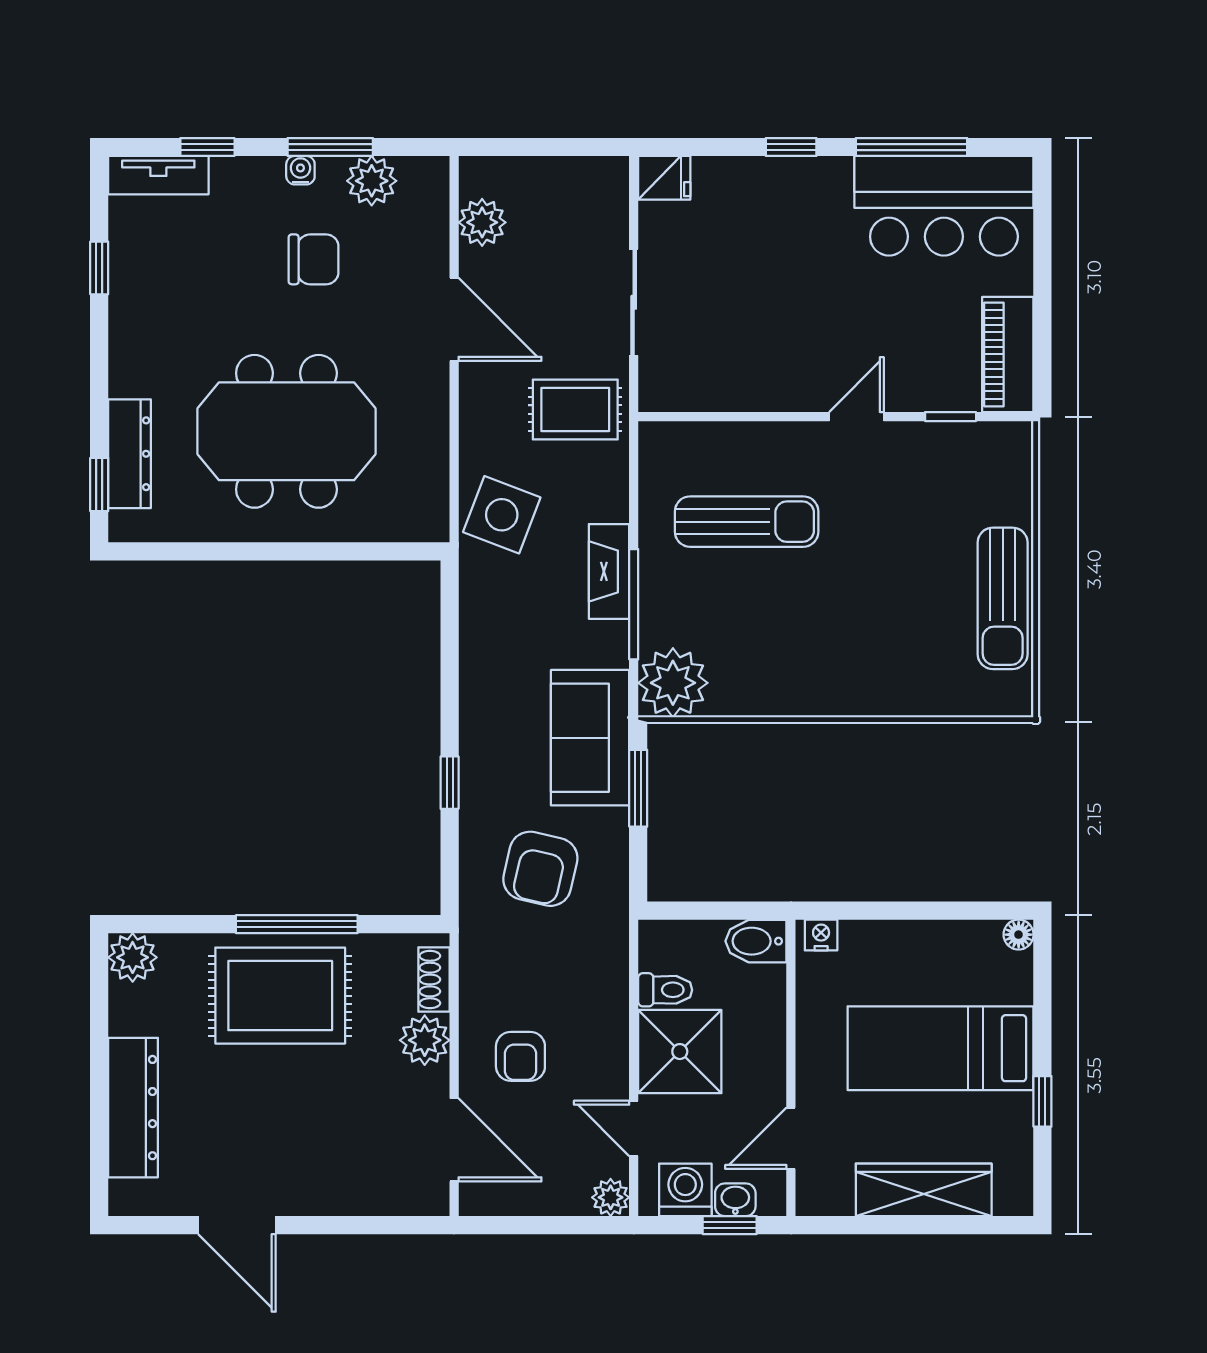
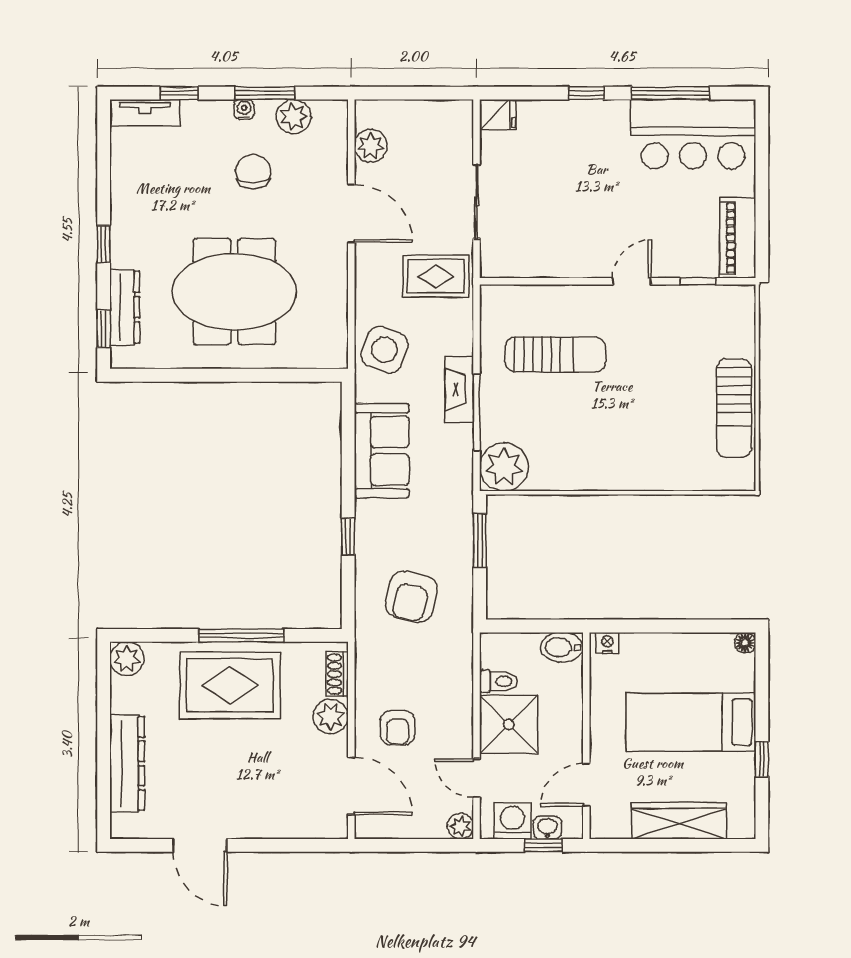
chair: (314, 259) -> (253, 172), turned -90
window: (99, 268) -> (104, 244), moved
sofa: (590, 738) -> (382, 451), moved, turned 180

